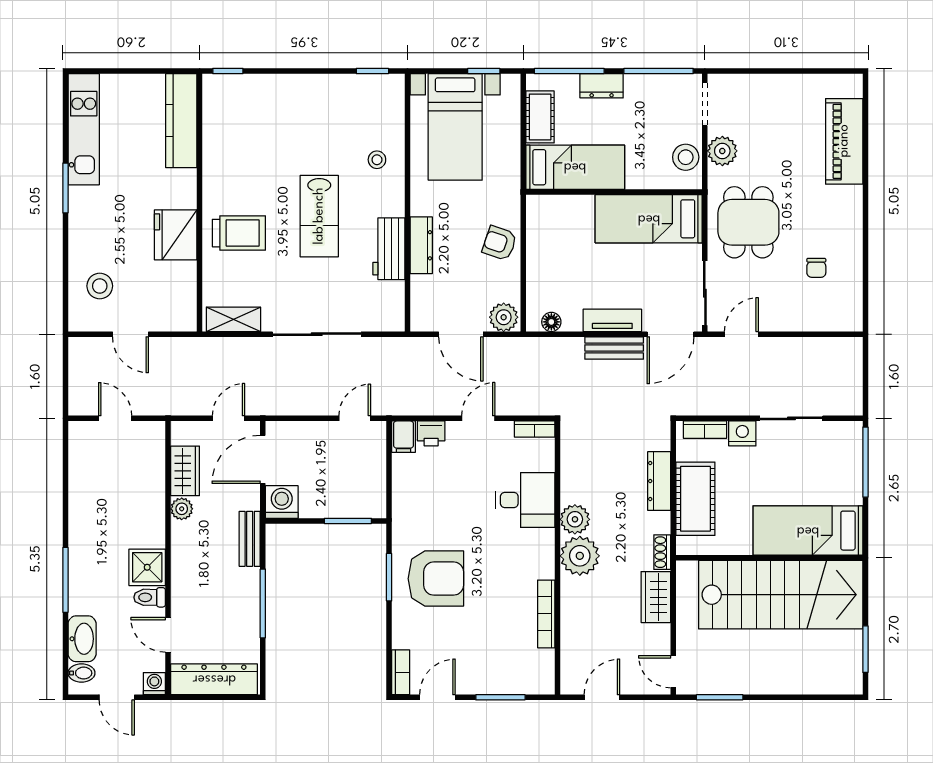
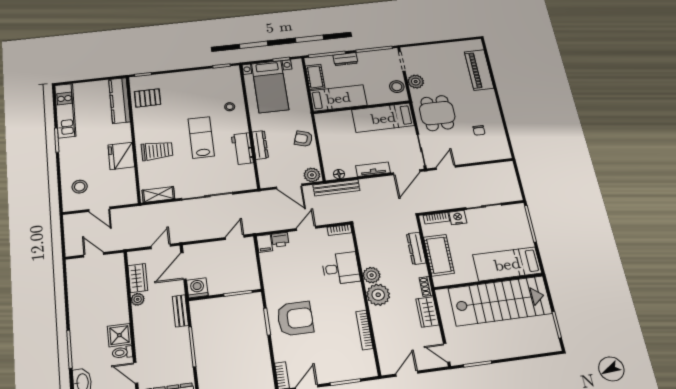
pallet: (232, 122) -> (147, 98), added
lab bench: (319, 216) -> (201, 137), turned 180
bench: (614, 348) -> (336, 188), moved, width x1.36

